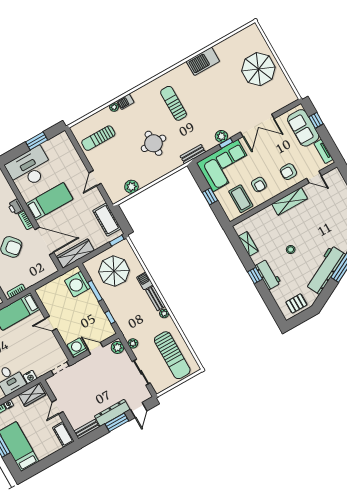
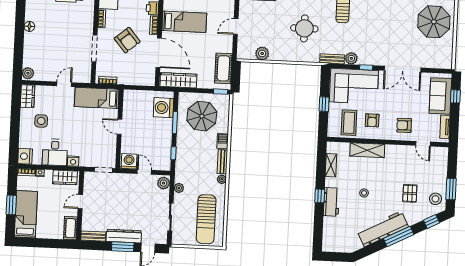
plant: (221, 136) -> (351, 58), moved
shelving: (290, 201) -> (367, 150), moved
pallet: (296, 303) -> (410, 193), moved, turned 90

